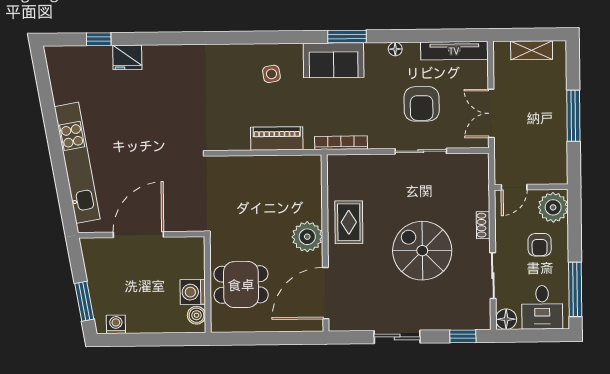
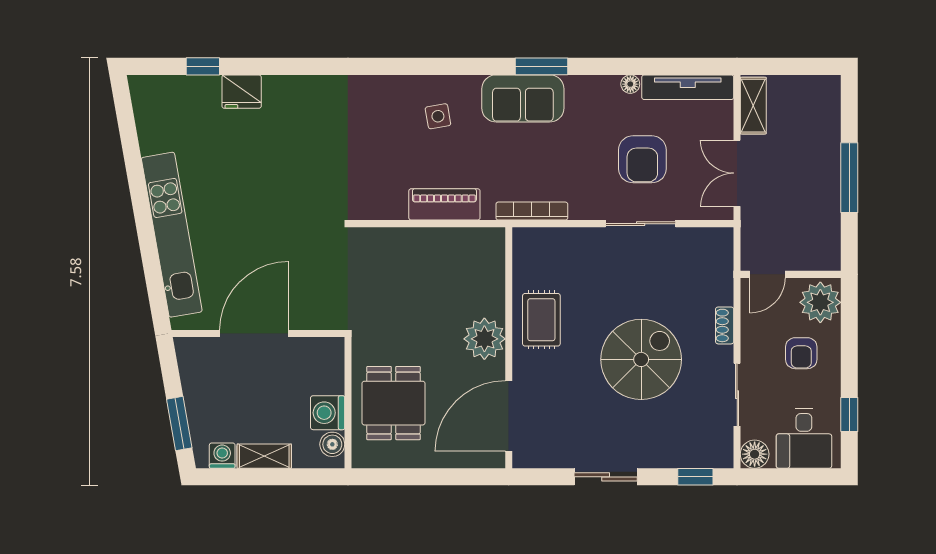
floor lamp: (395, 49) -> (630, 84), moved
shelving: (532, 50) -> (753, 106), moved, turned 90
spiral stairs: (422, 251) -> (641, 359), turned 90
dining table: (241, 285) -> (393, 403), turned 90
window: (575, 289) -> (849, 415), width x0.46
shelving: (147, 324) -> (264, 456), added

